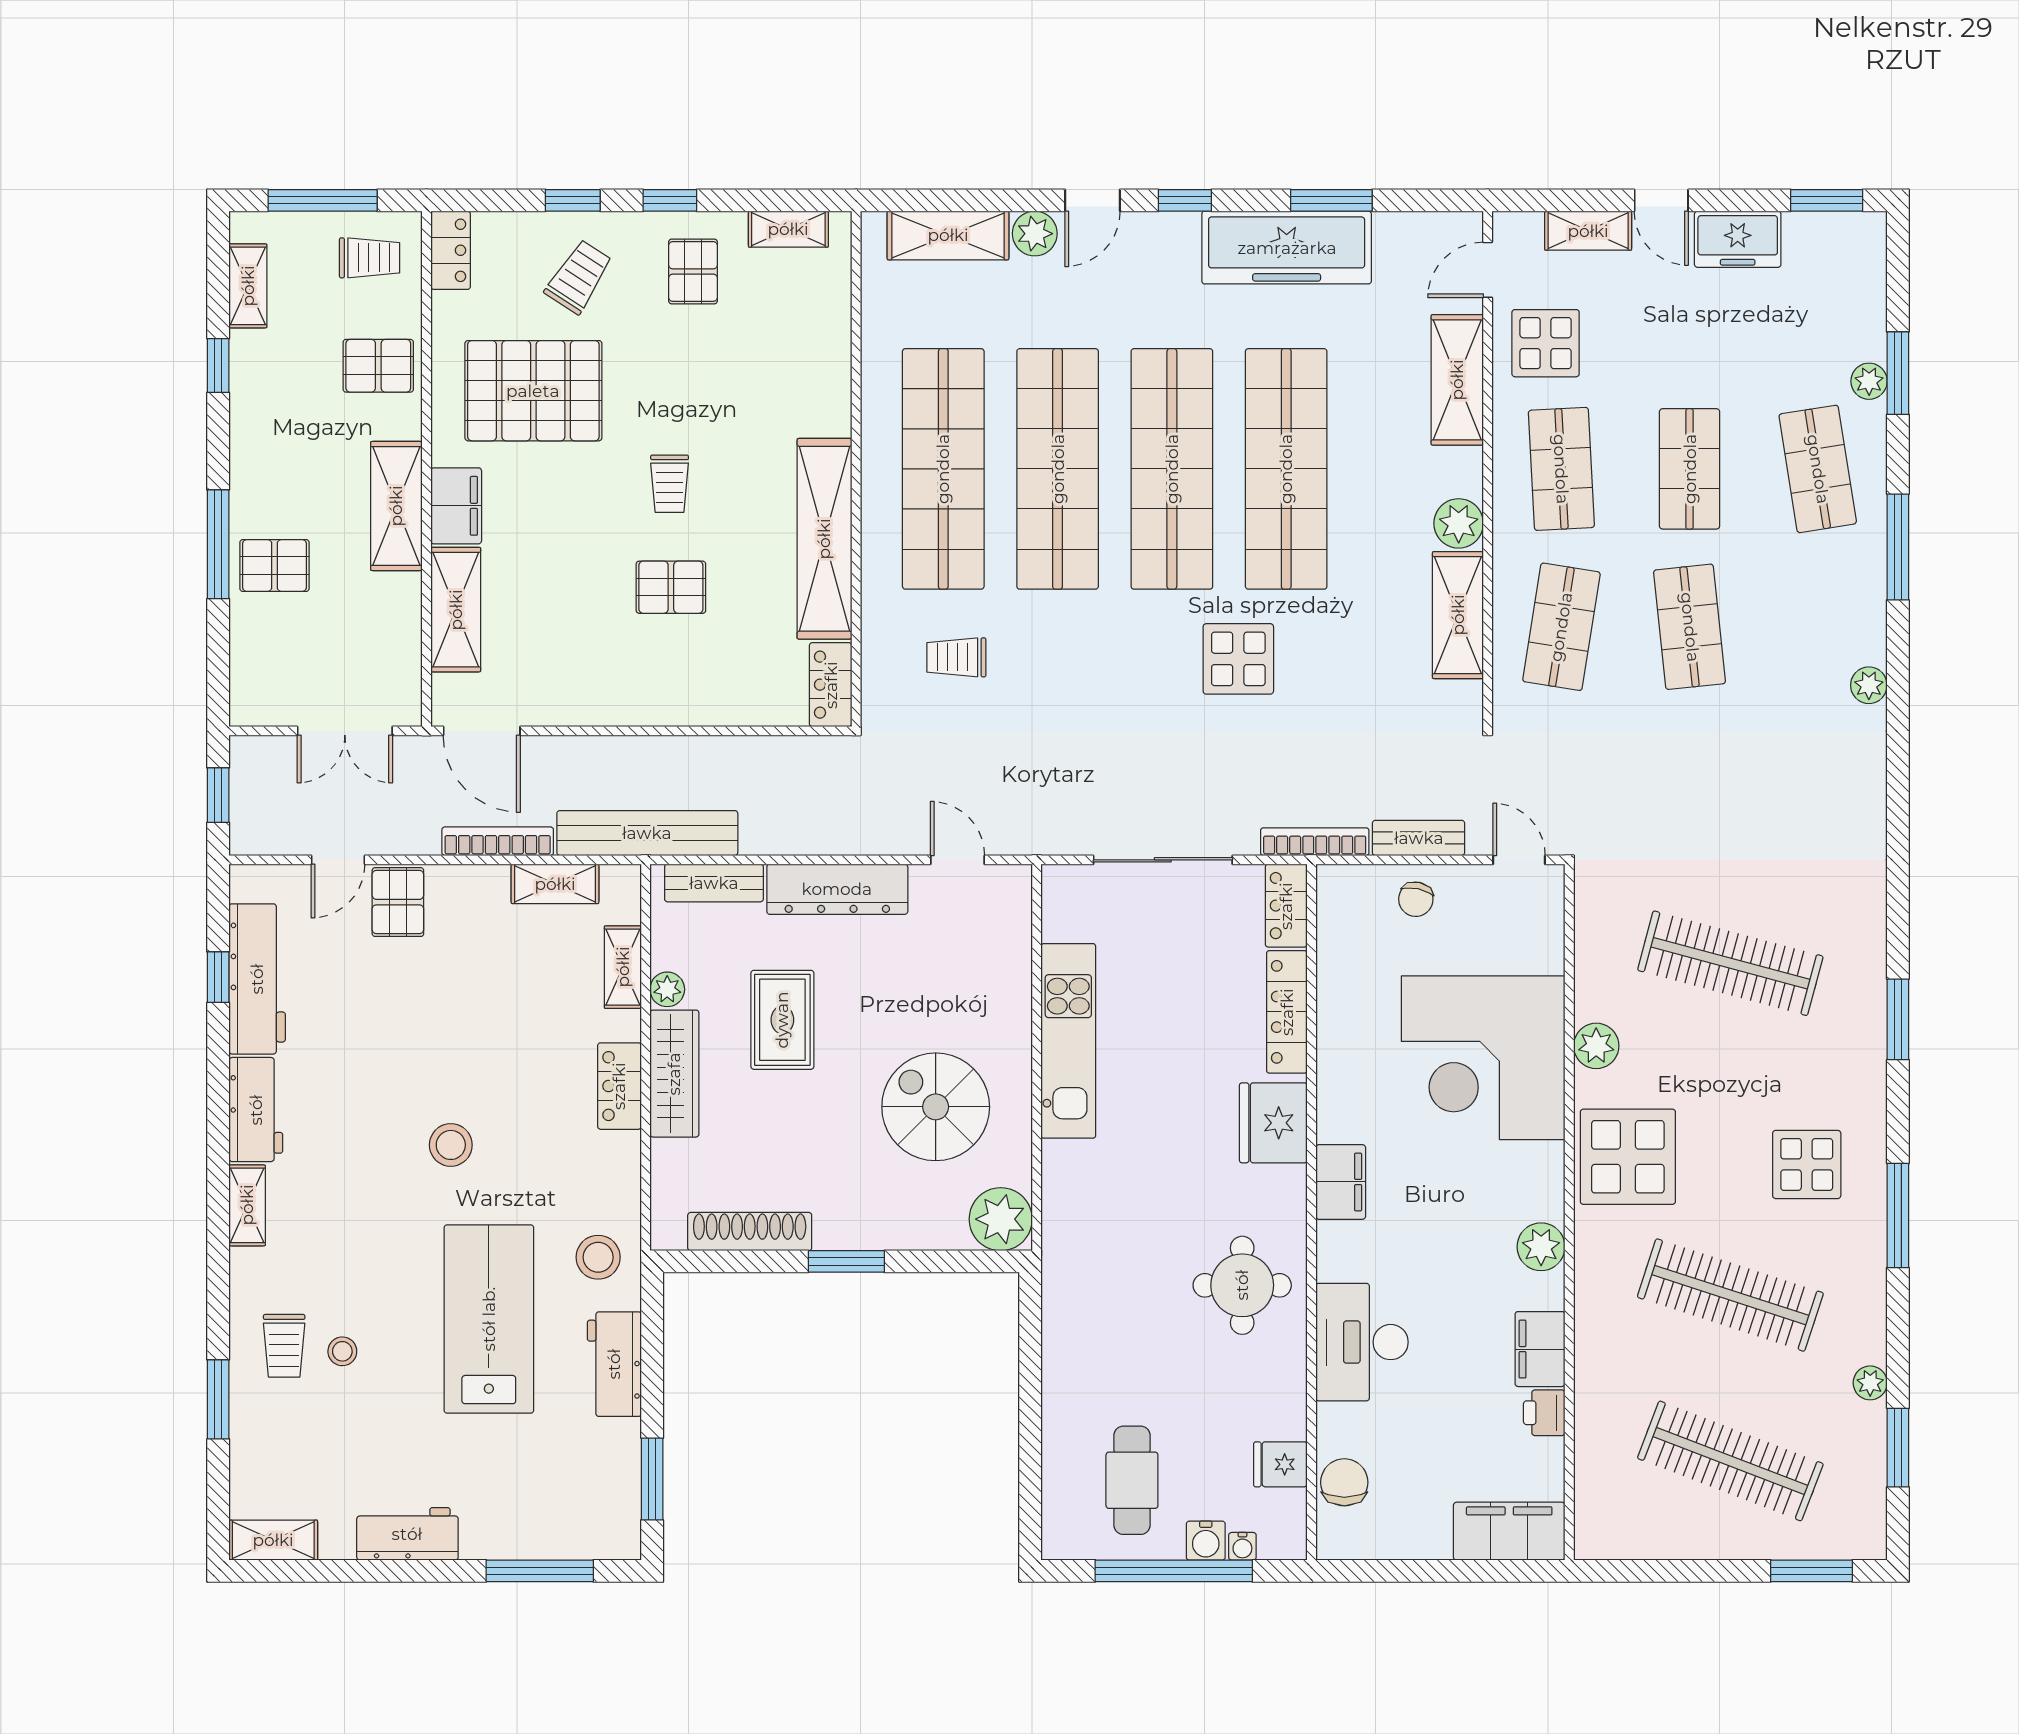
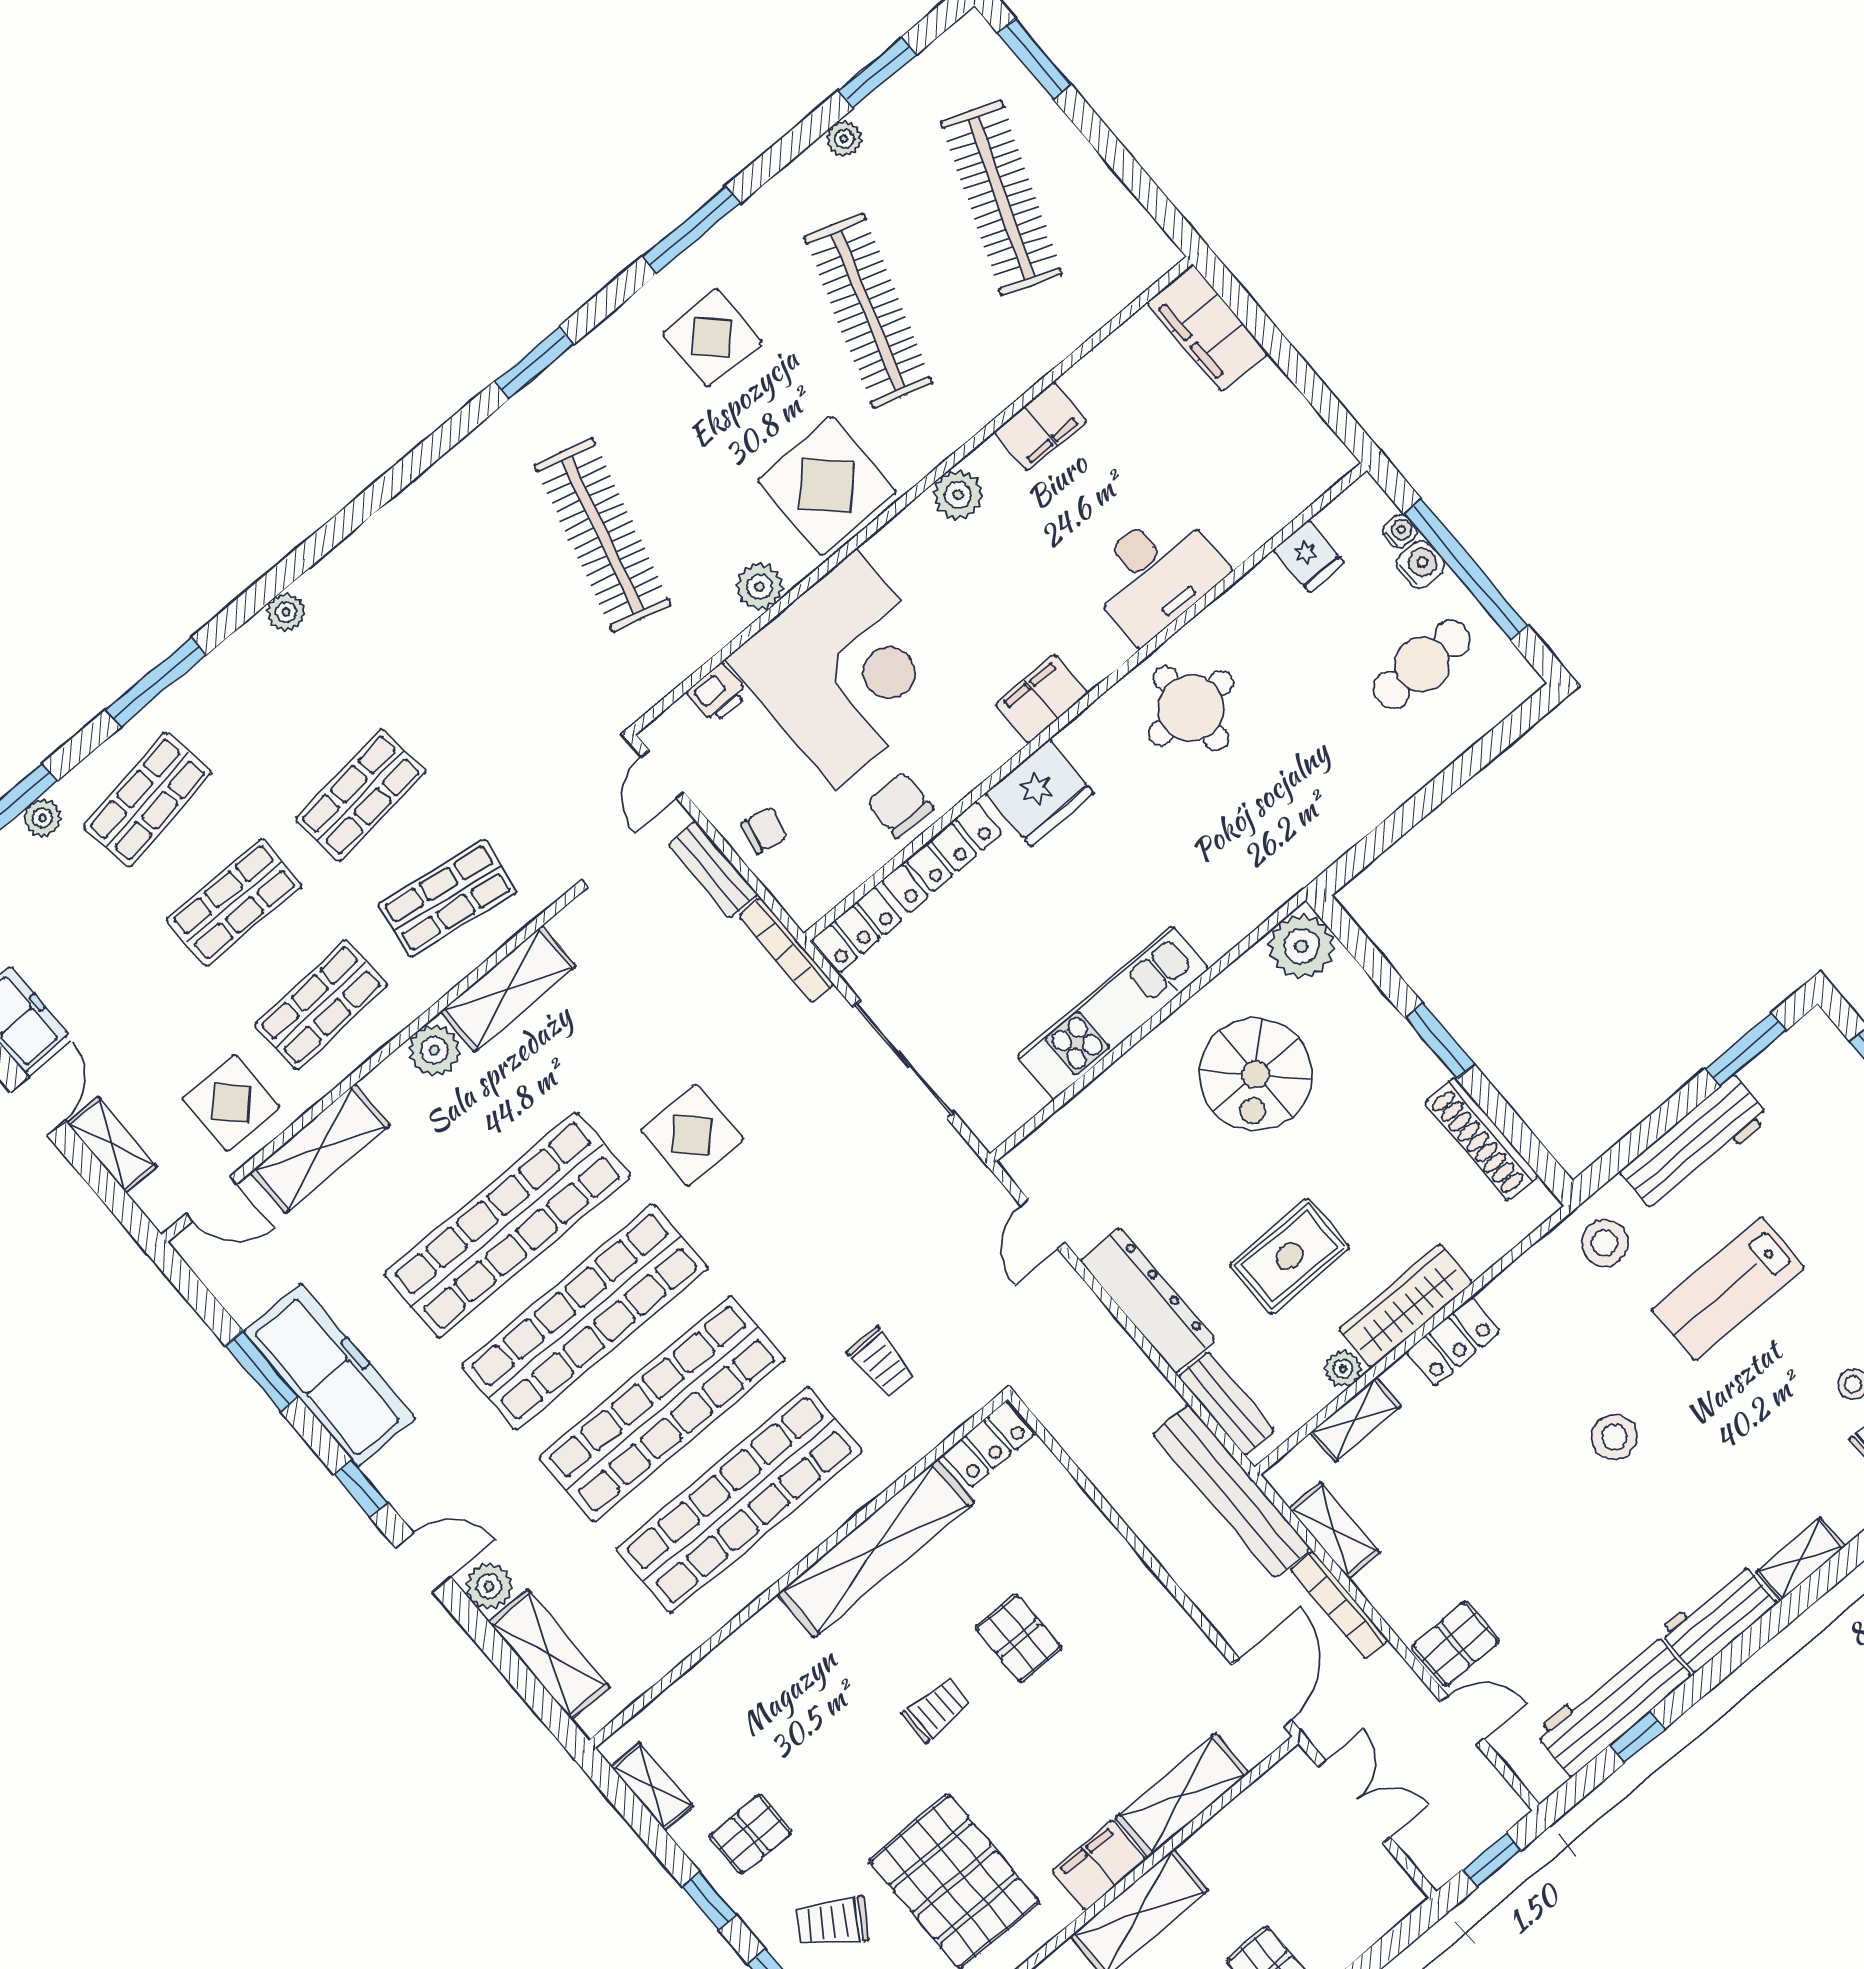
lab bench: (489, 1319) -> (1728, 1289), width x0.73, depth x0.72
workbench: (614, 1364) -> (1695, 1144), width x1.38
printer: (1544, 1413) -> (718, 693), moved
chair: (1344, 1482) -> (900, 805), moved, turned 90

